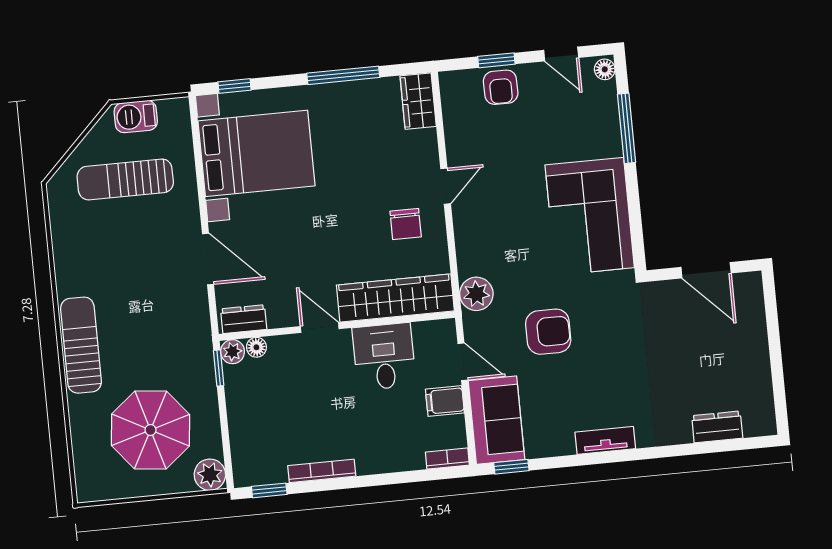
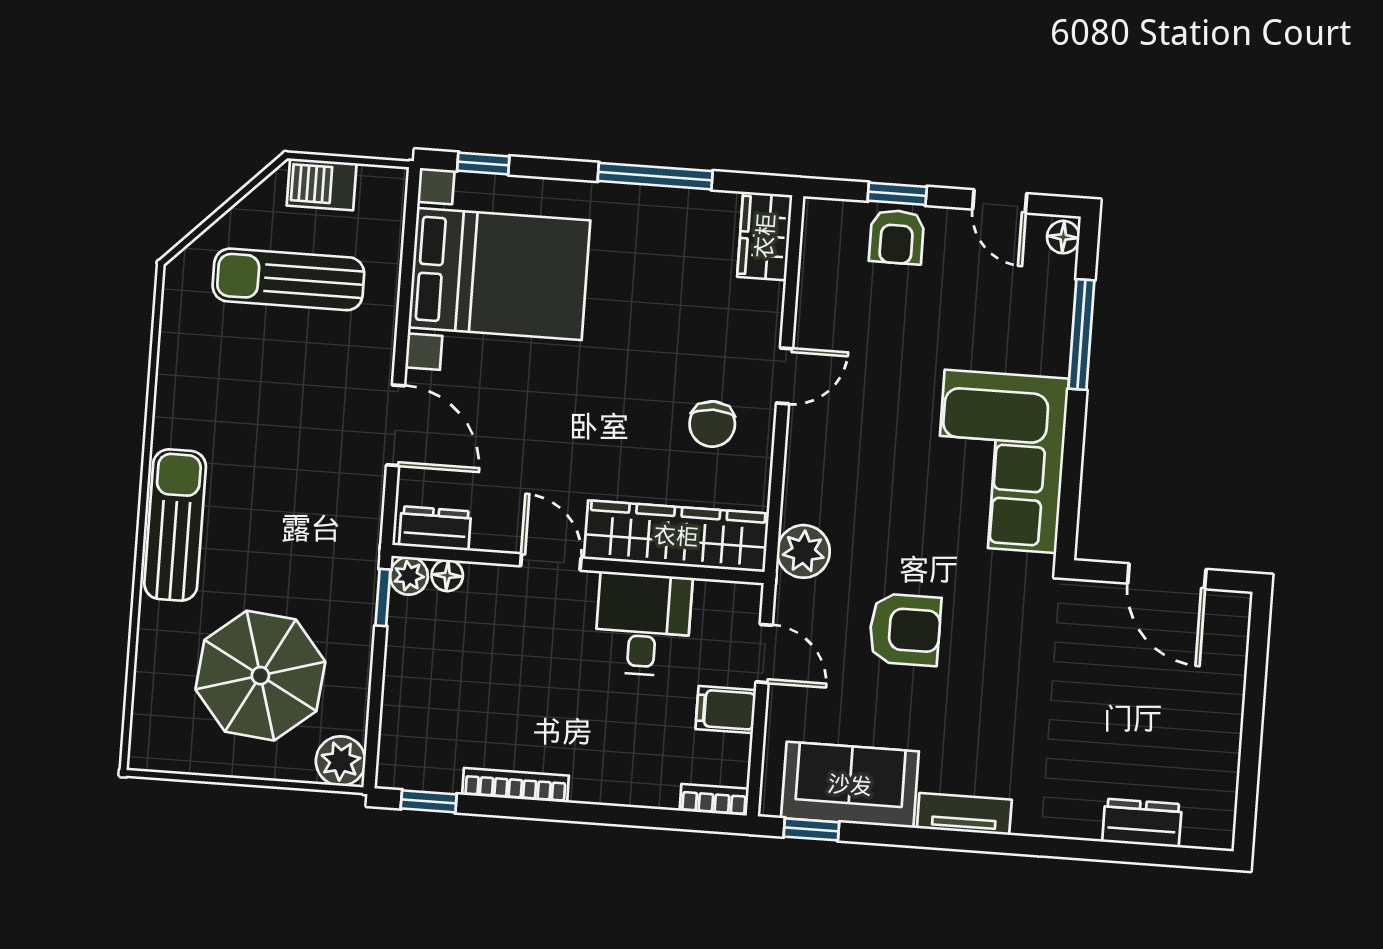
sofa: (496, 420) -> (850, 785), moved, turned -90

